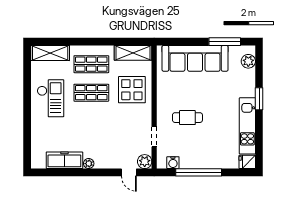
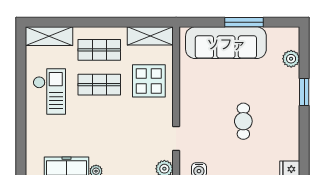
window: (225, 42) -> (244, 22), moved
plant: (248, 61) -> (291, 59), moved
cafe table: (187, 118) -> (243, 121), moved, turned 90
kitchen unit: (247, 126) -> (290, 125), removed

